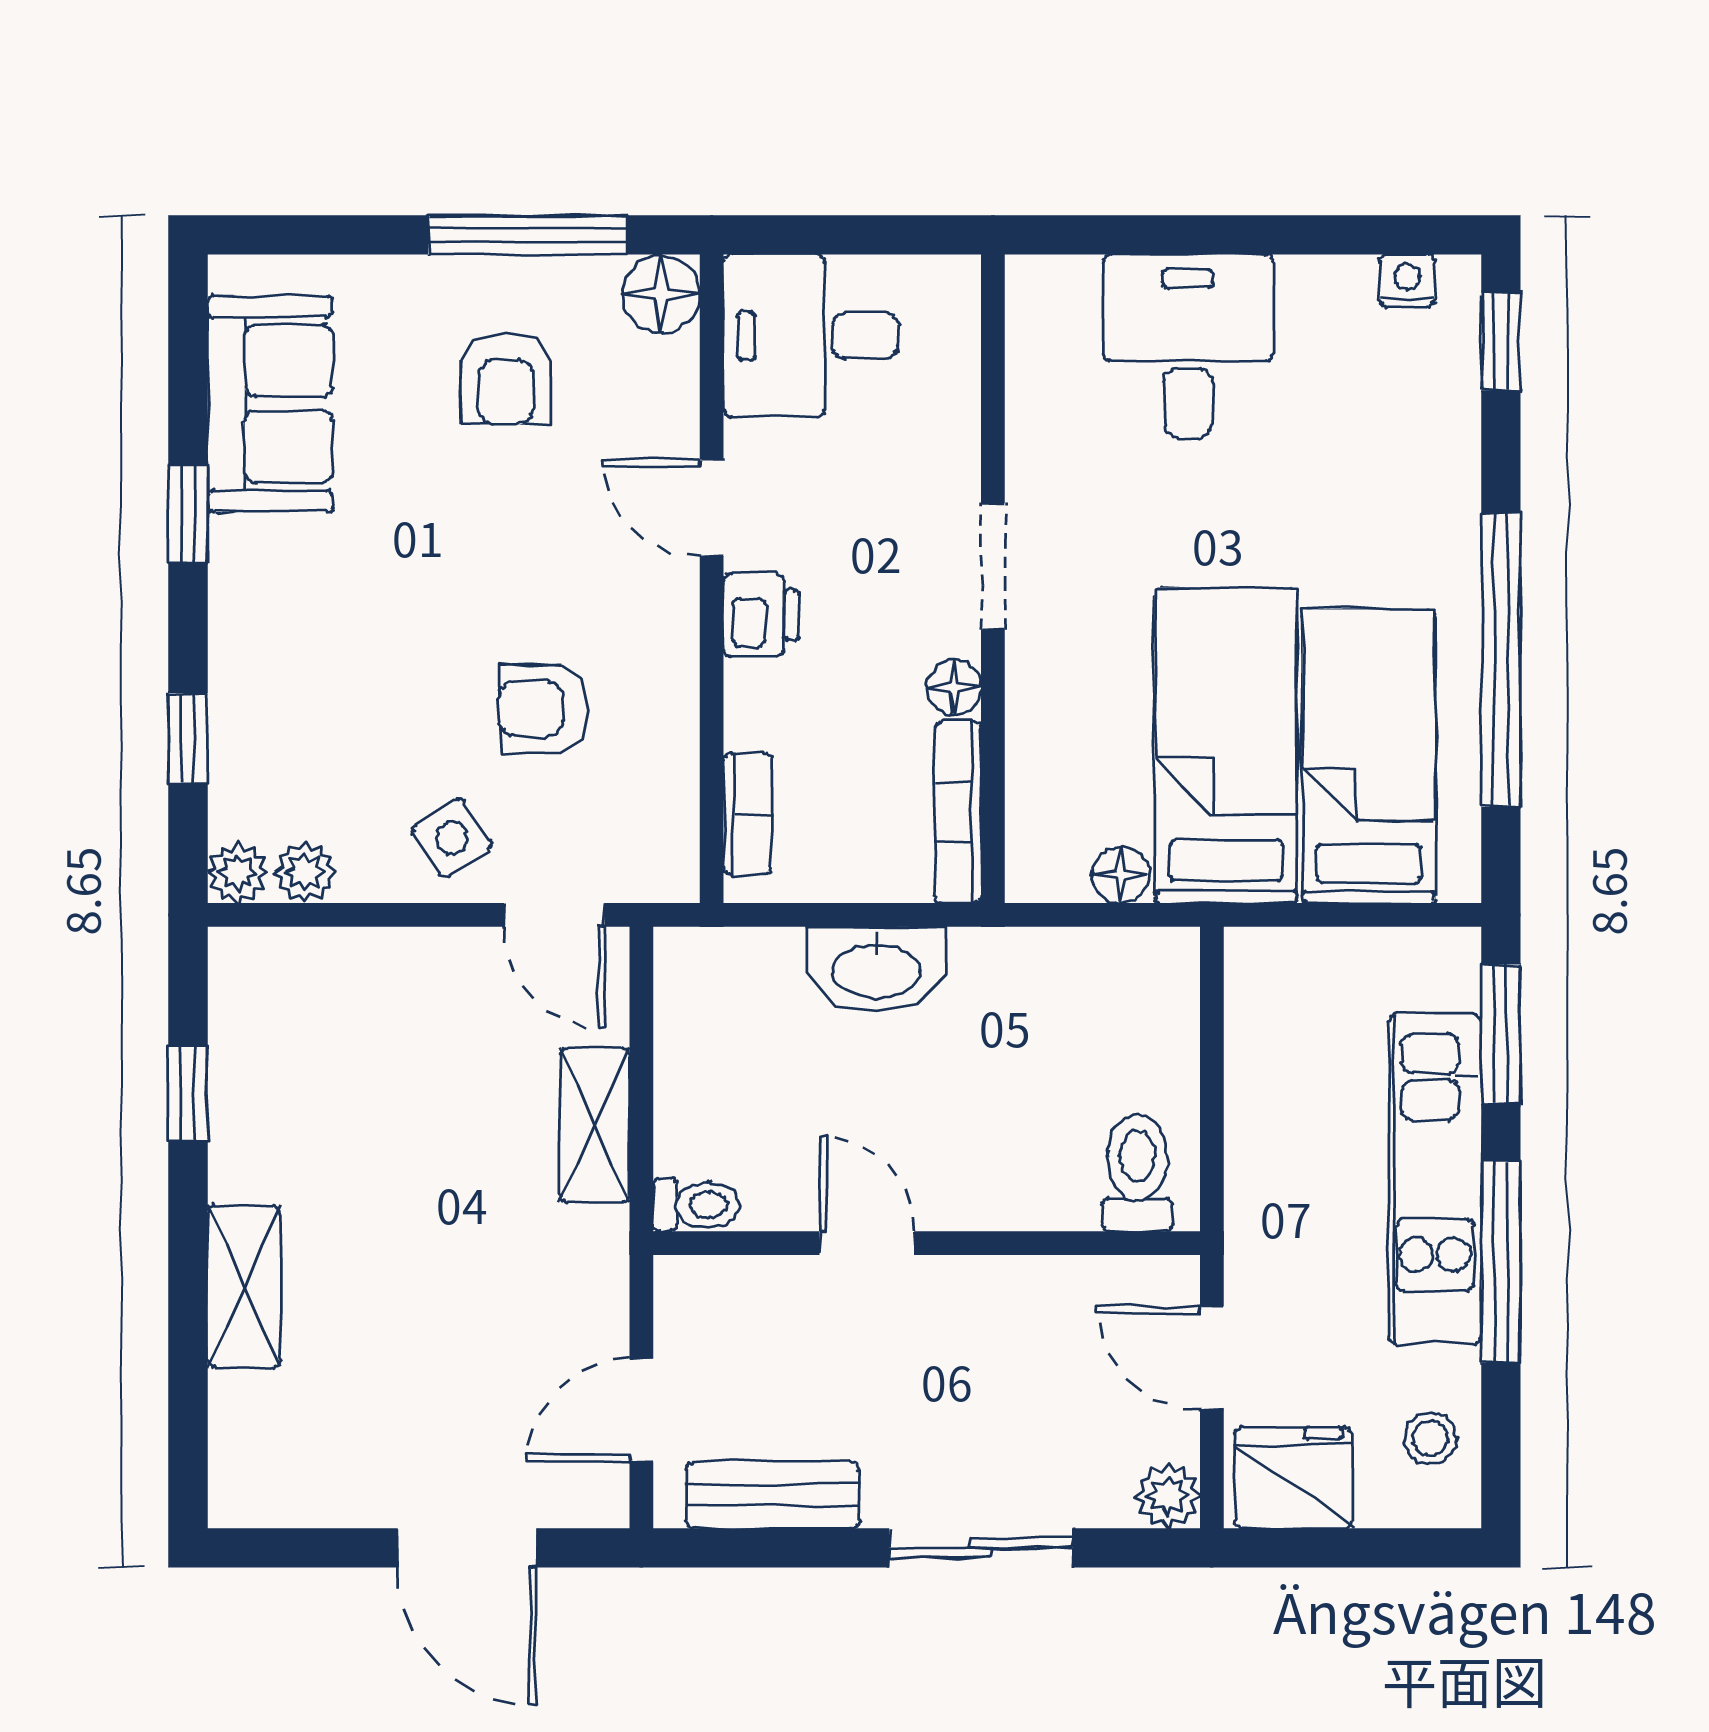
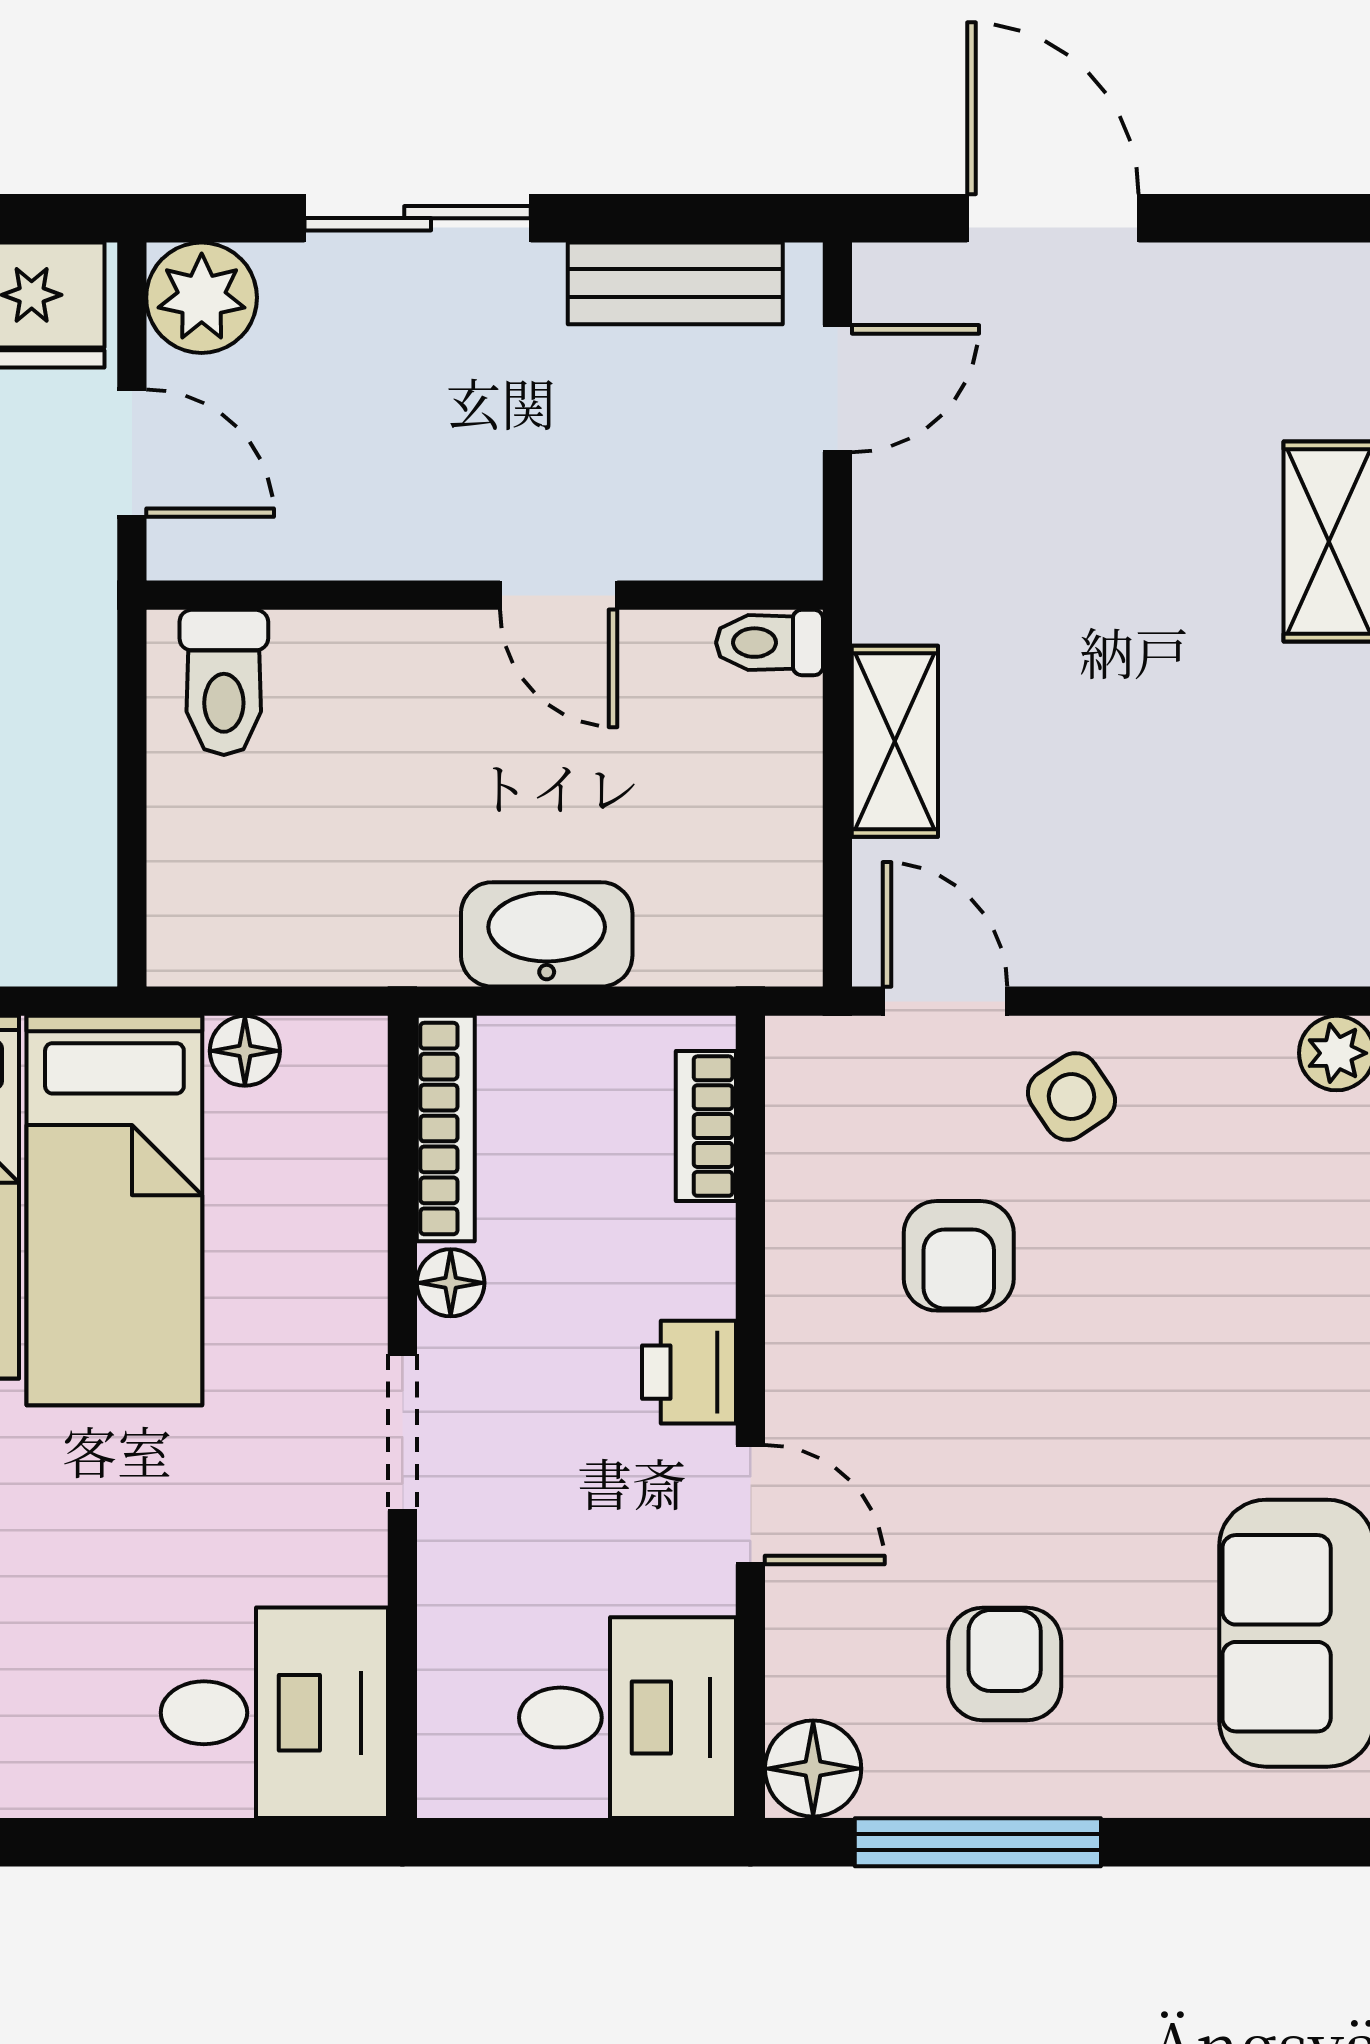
desk: (1188, 346) -> (274, 1713), moved, turned -90
armchair: (543, 709) -> (959, 1256), turned 90
plant: (305, 872) -> (1253, 1054), removed
plant: (1168, 1496) -> (202, 298), width x1.38, depth x1.38

